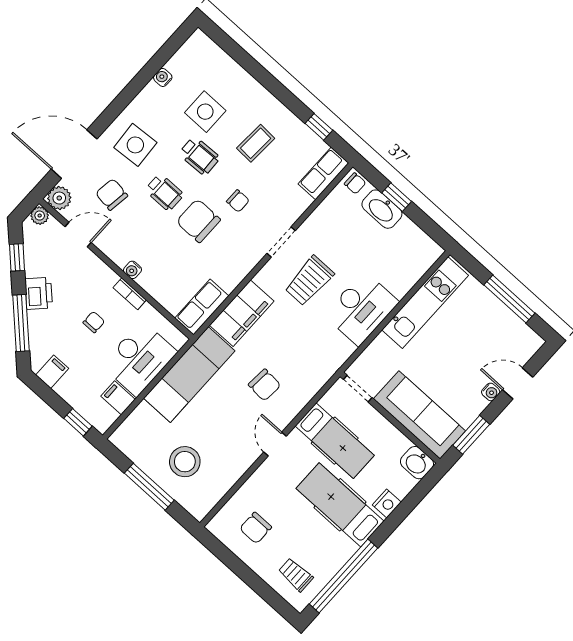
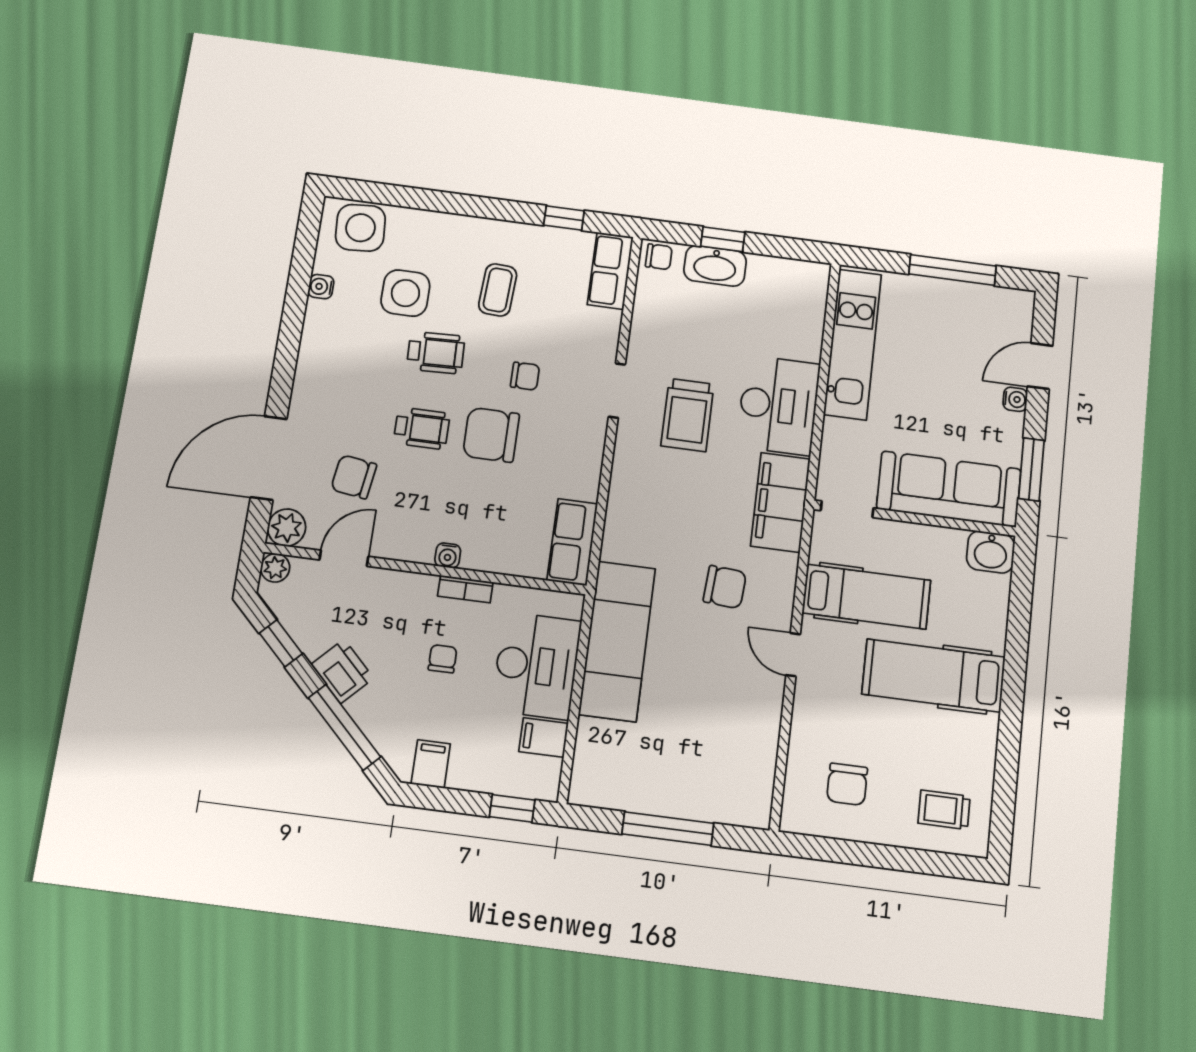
side table: (135, 145) -> (361, 228), moved
filing cabinet: (242, 313) -> (780, 502), moved, turned 180
stool: (185, 462) -> (692, 761), removed
nightstand: (387, 503) -> (992, 631), removed
window: (344, 576) -> (1007, 767), removed

